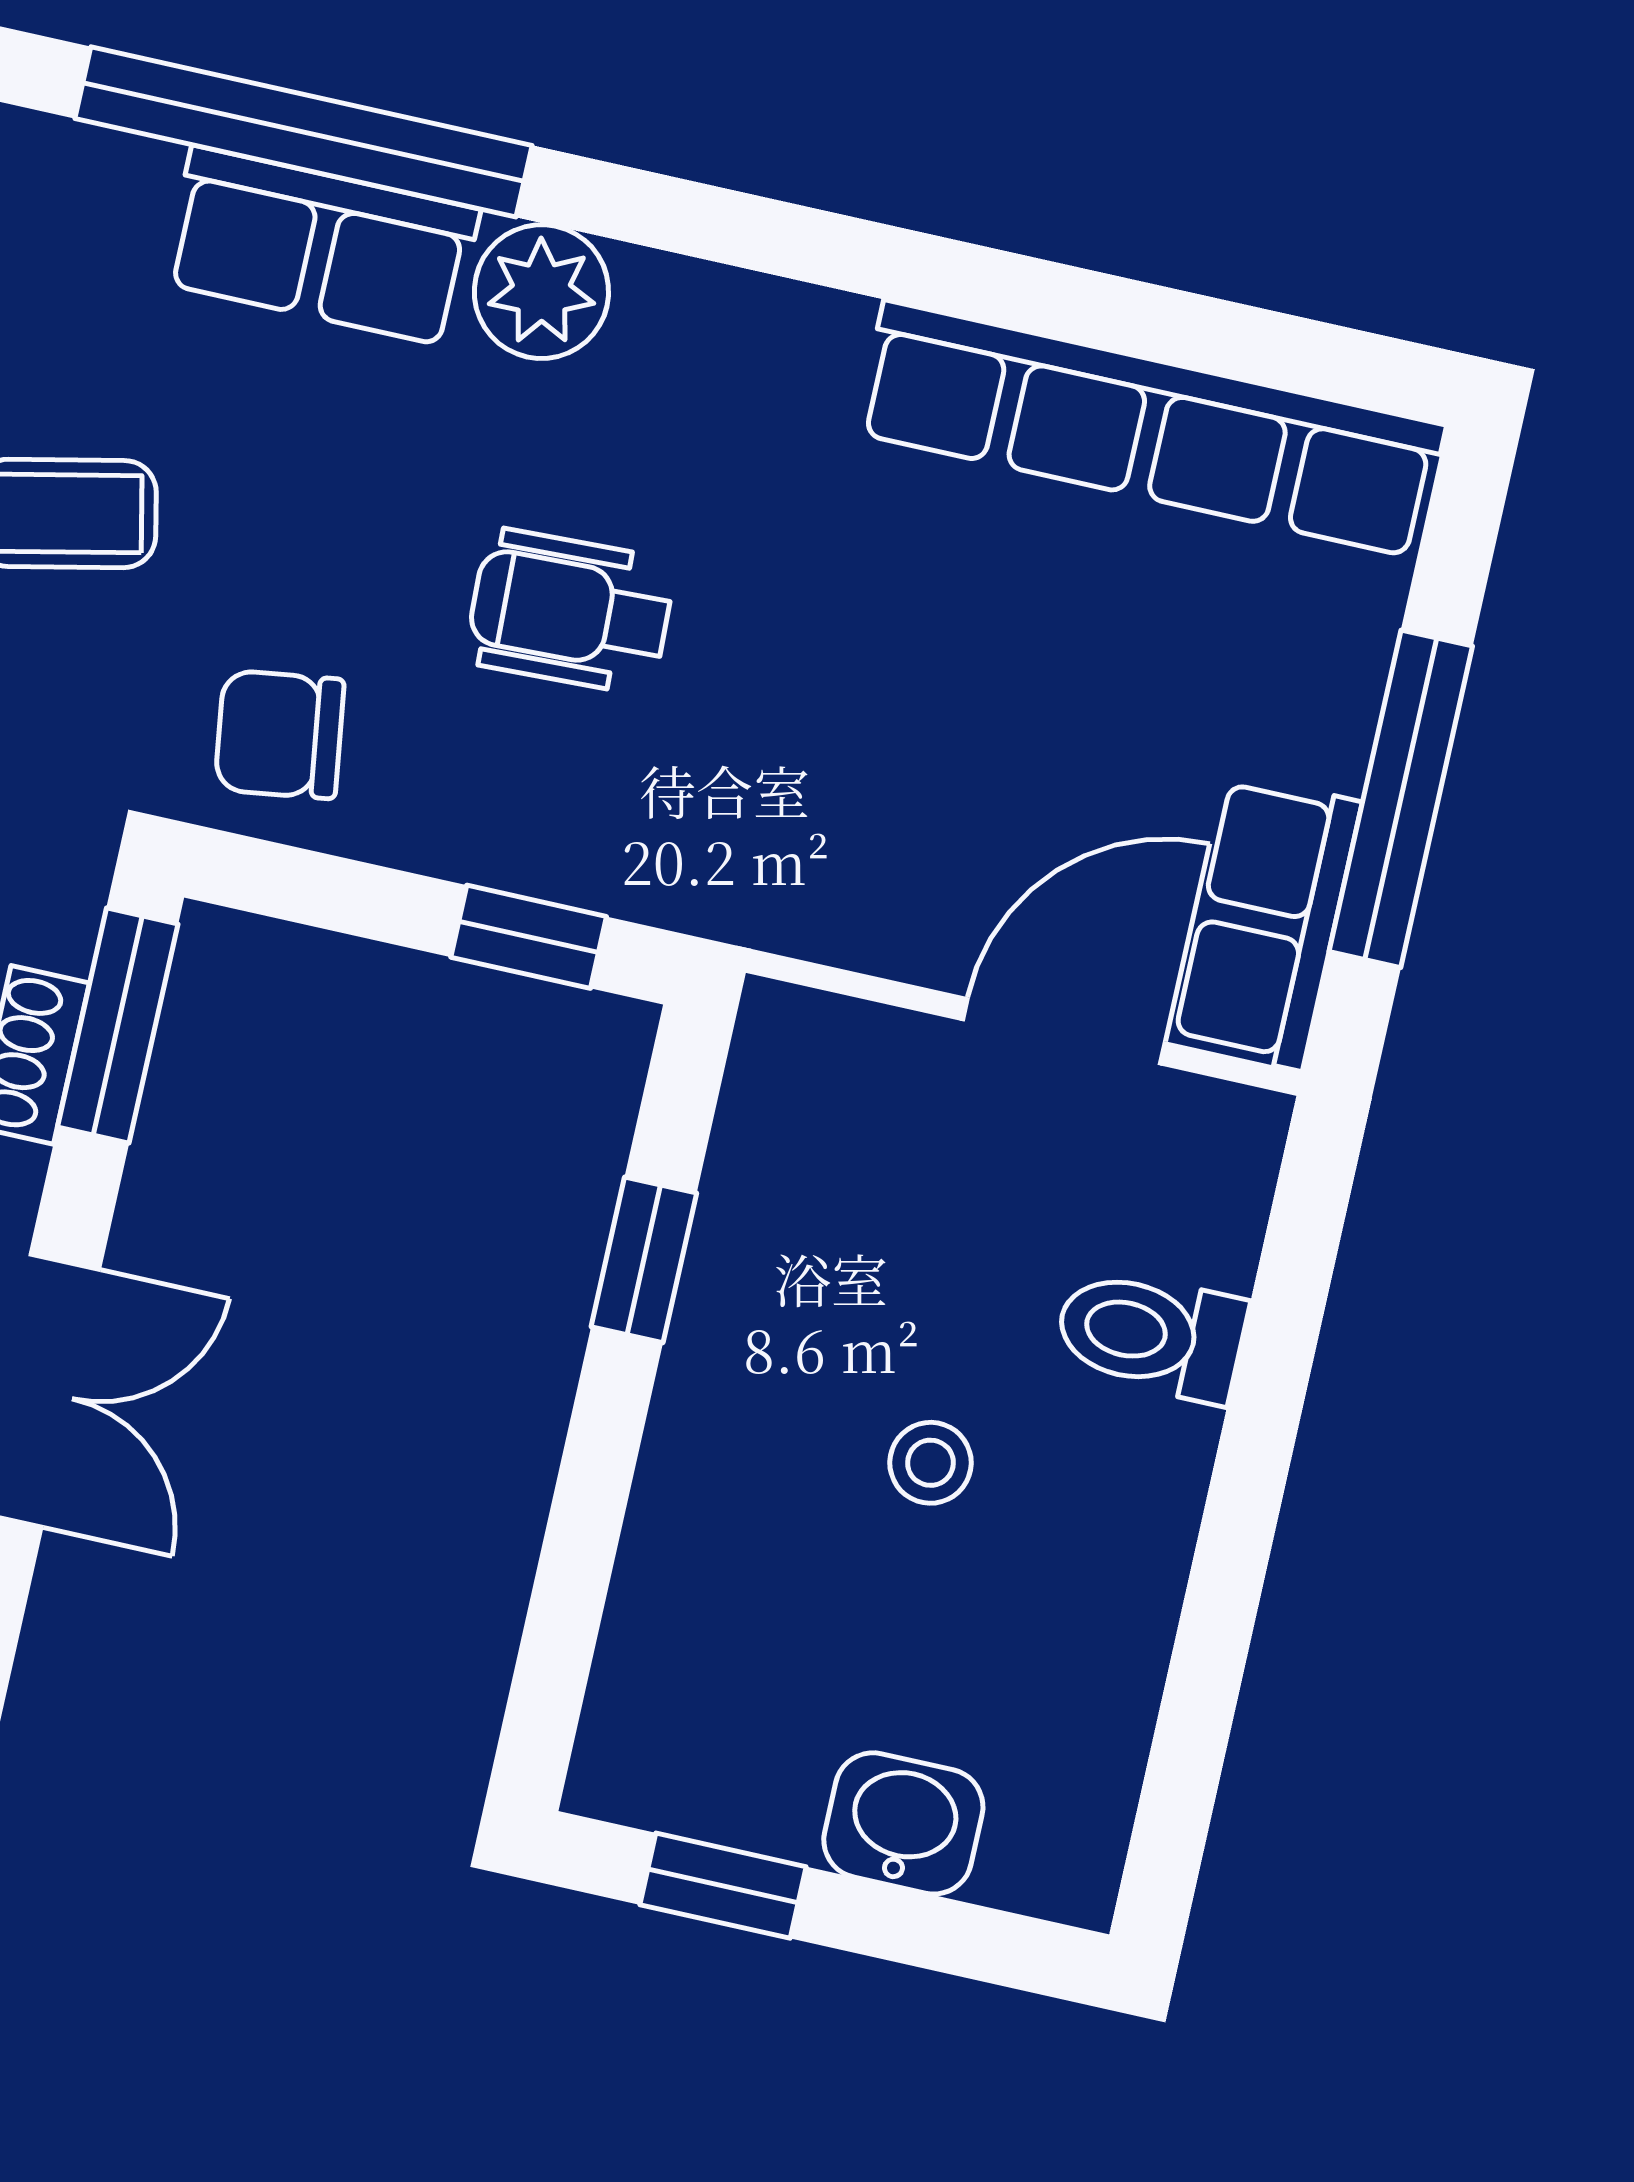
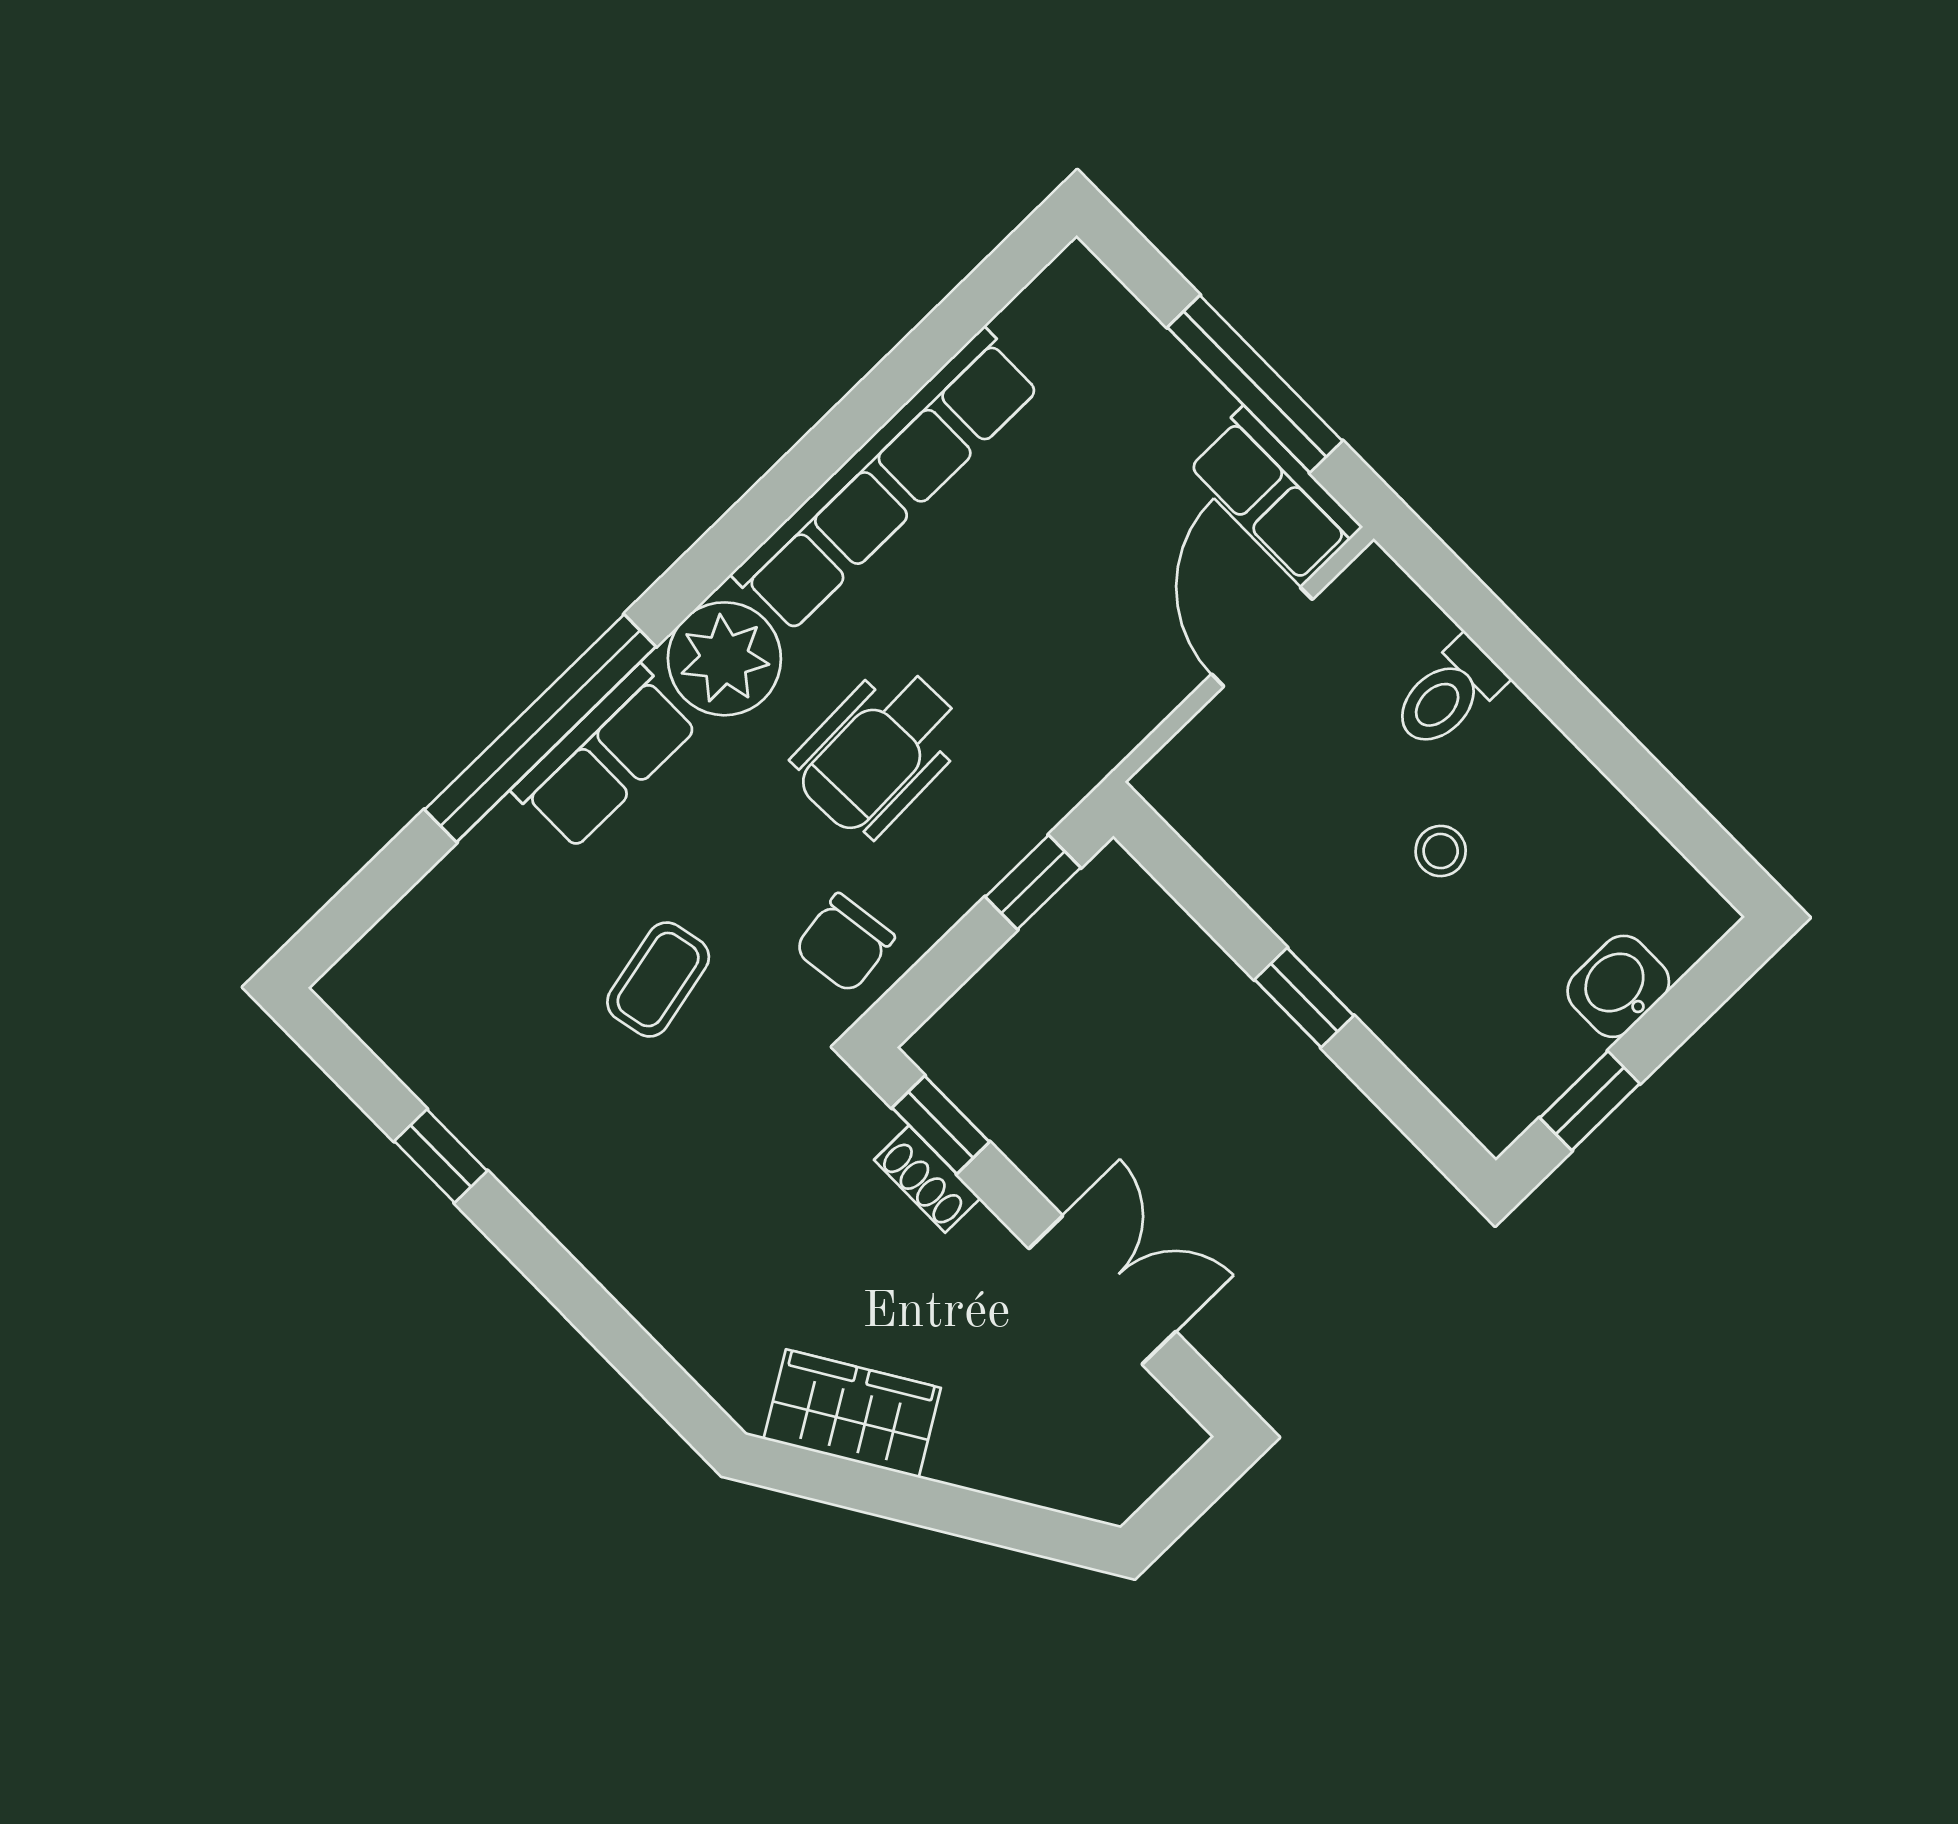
plant: (541, 292) -> (724, 659), width x1.36, depth x1.36
row of seats: (1150, 429) -> (886, 480), moved
wheelchair: (570, 611) -> (878, 751), width x1.36, depth x1.37
window: (118, 1025) -> (941, 1125), width x0.67
window: (644, 1260) -> (1304, 998), moved

